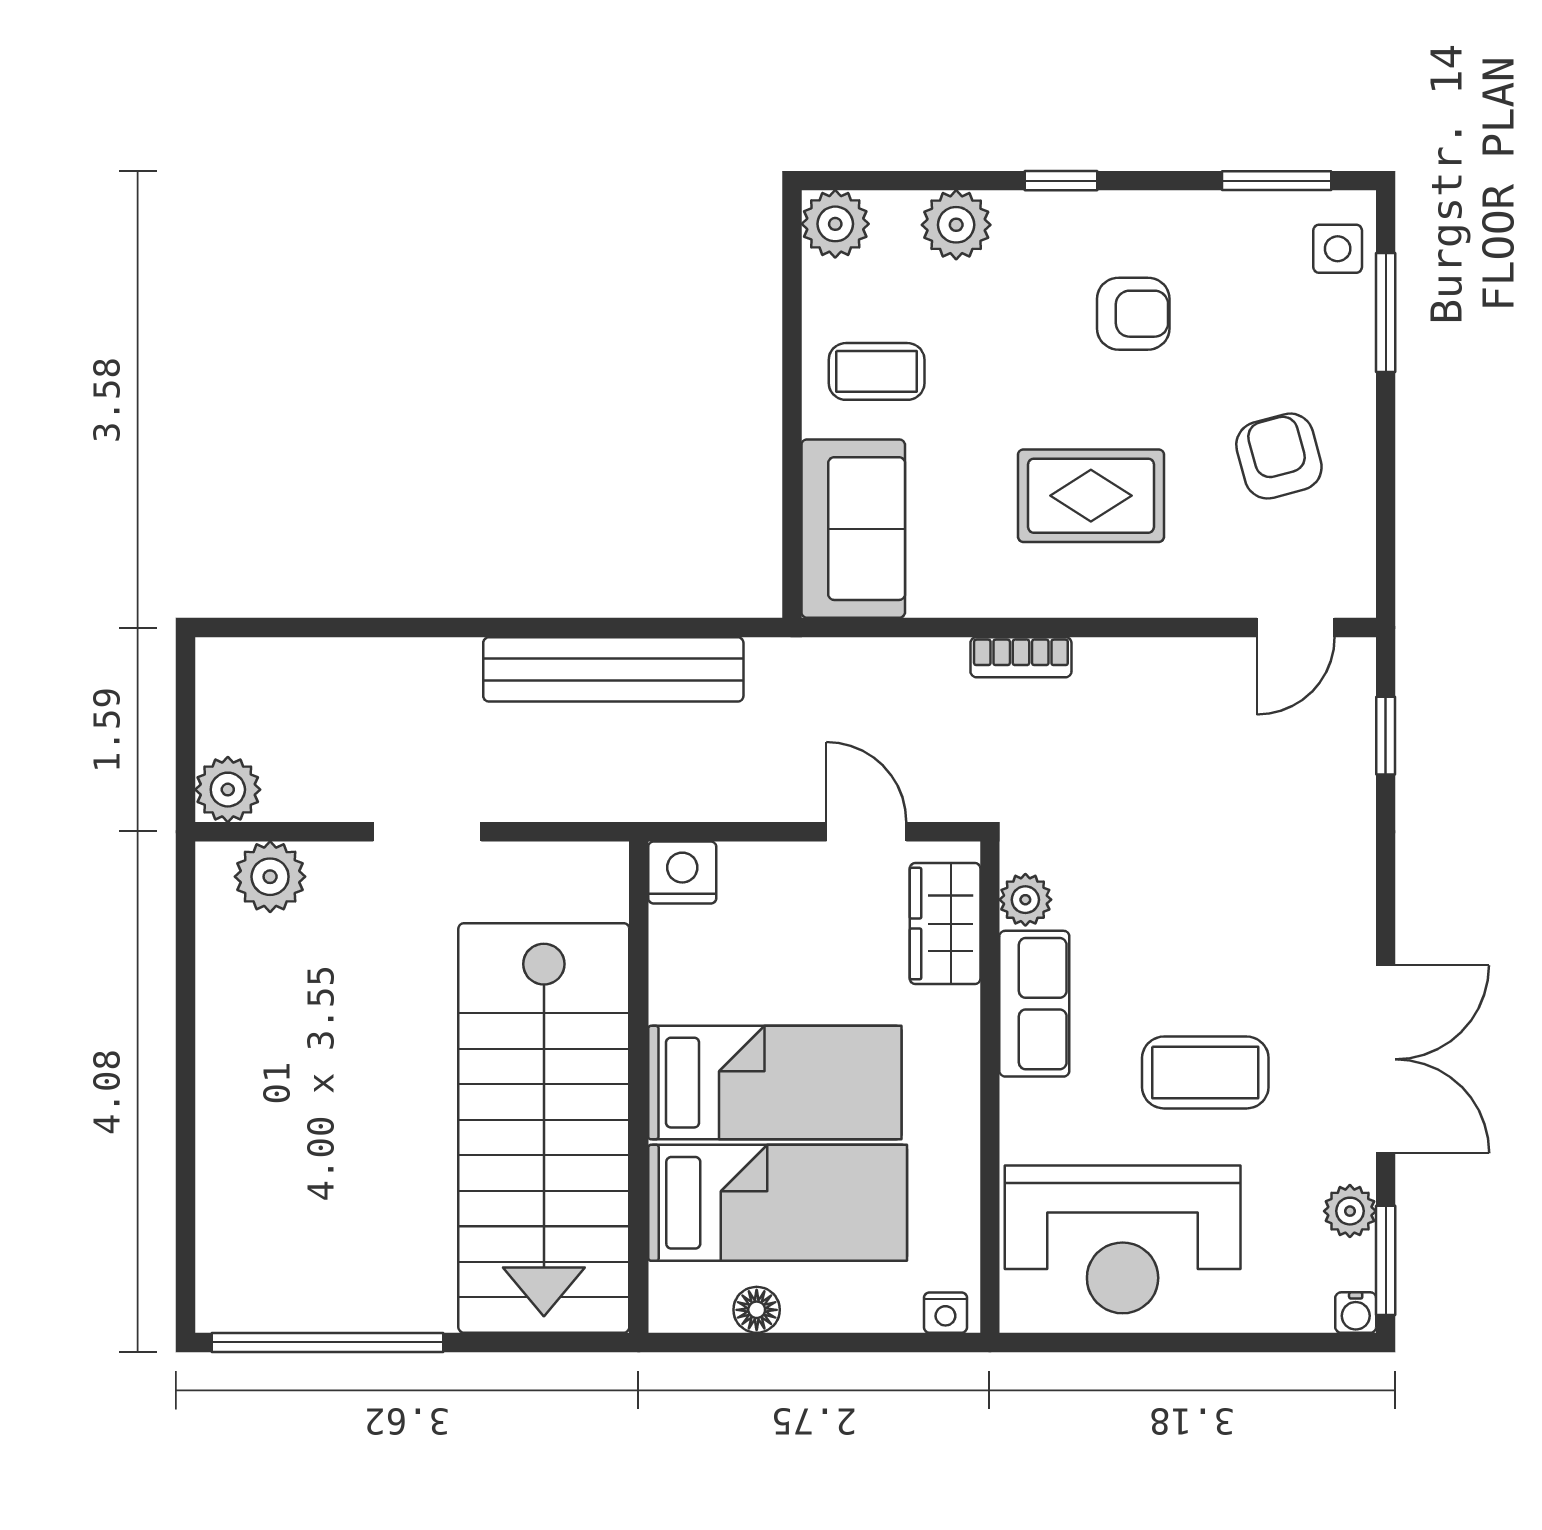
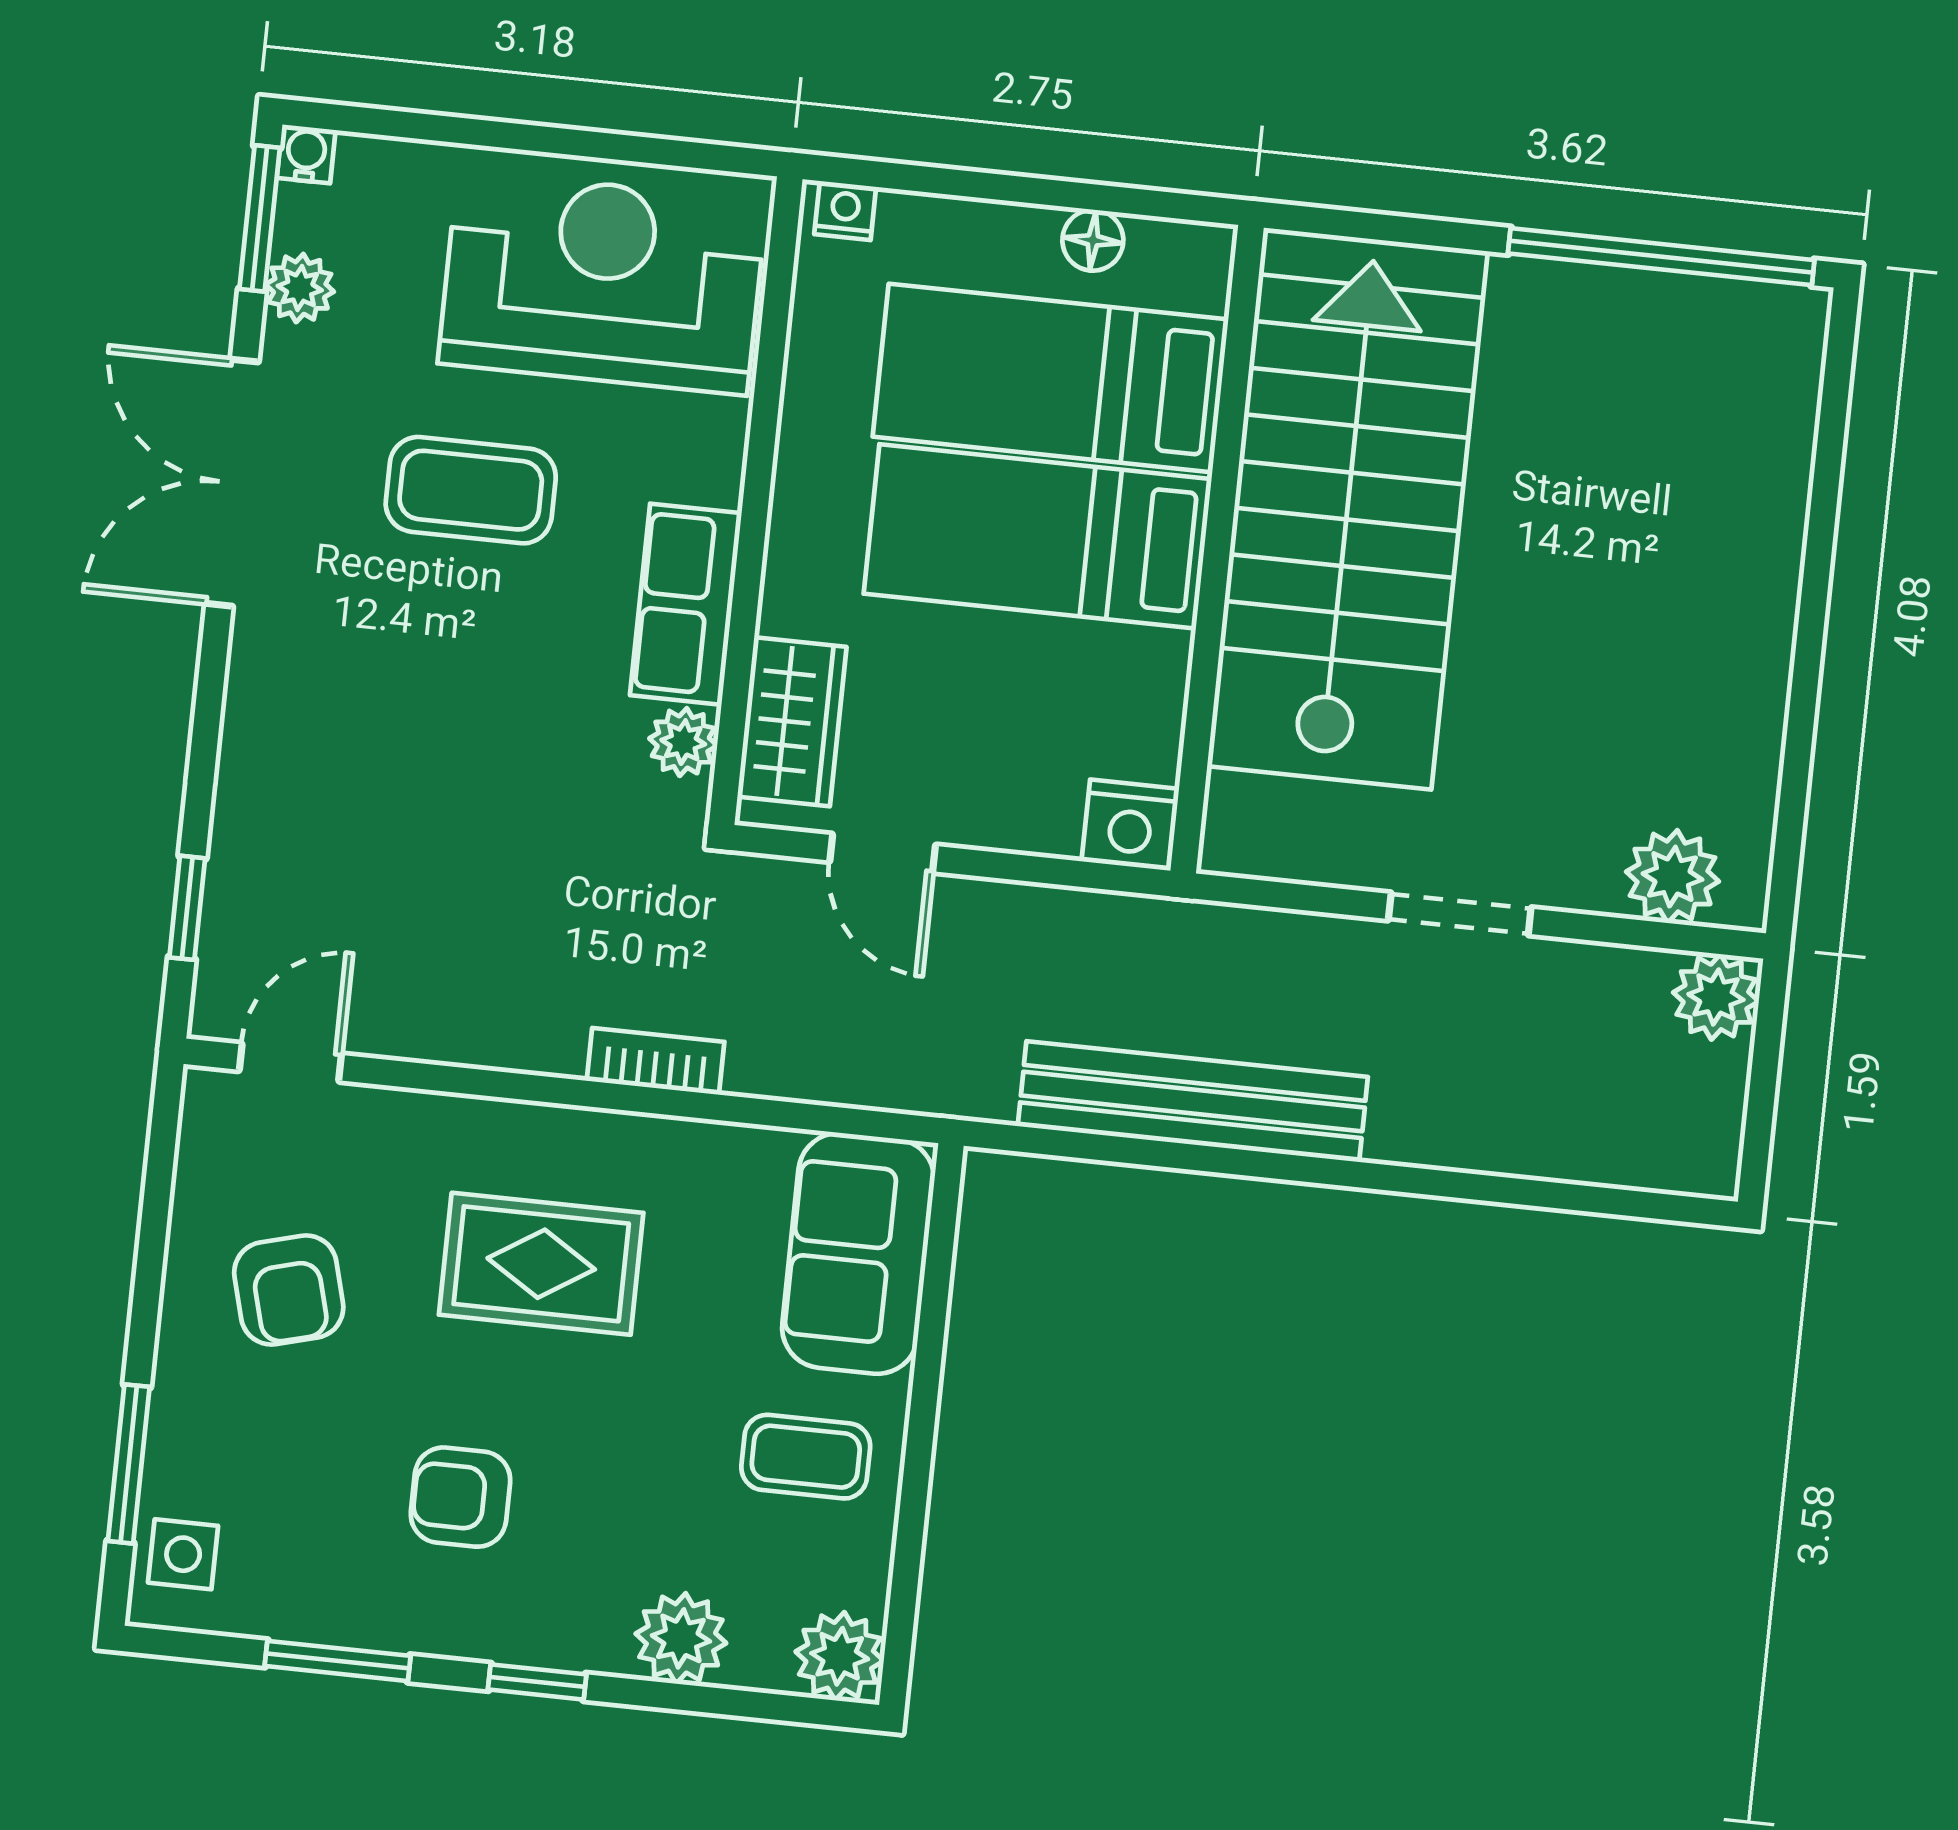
window: (1277, 181) -> (338, 1661), moved

